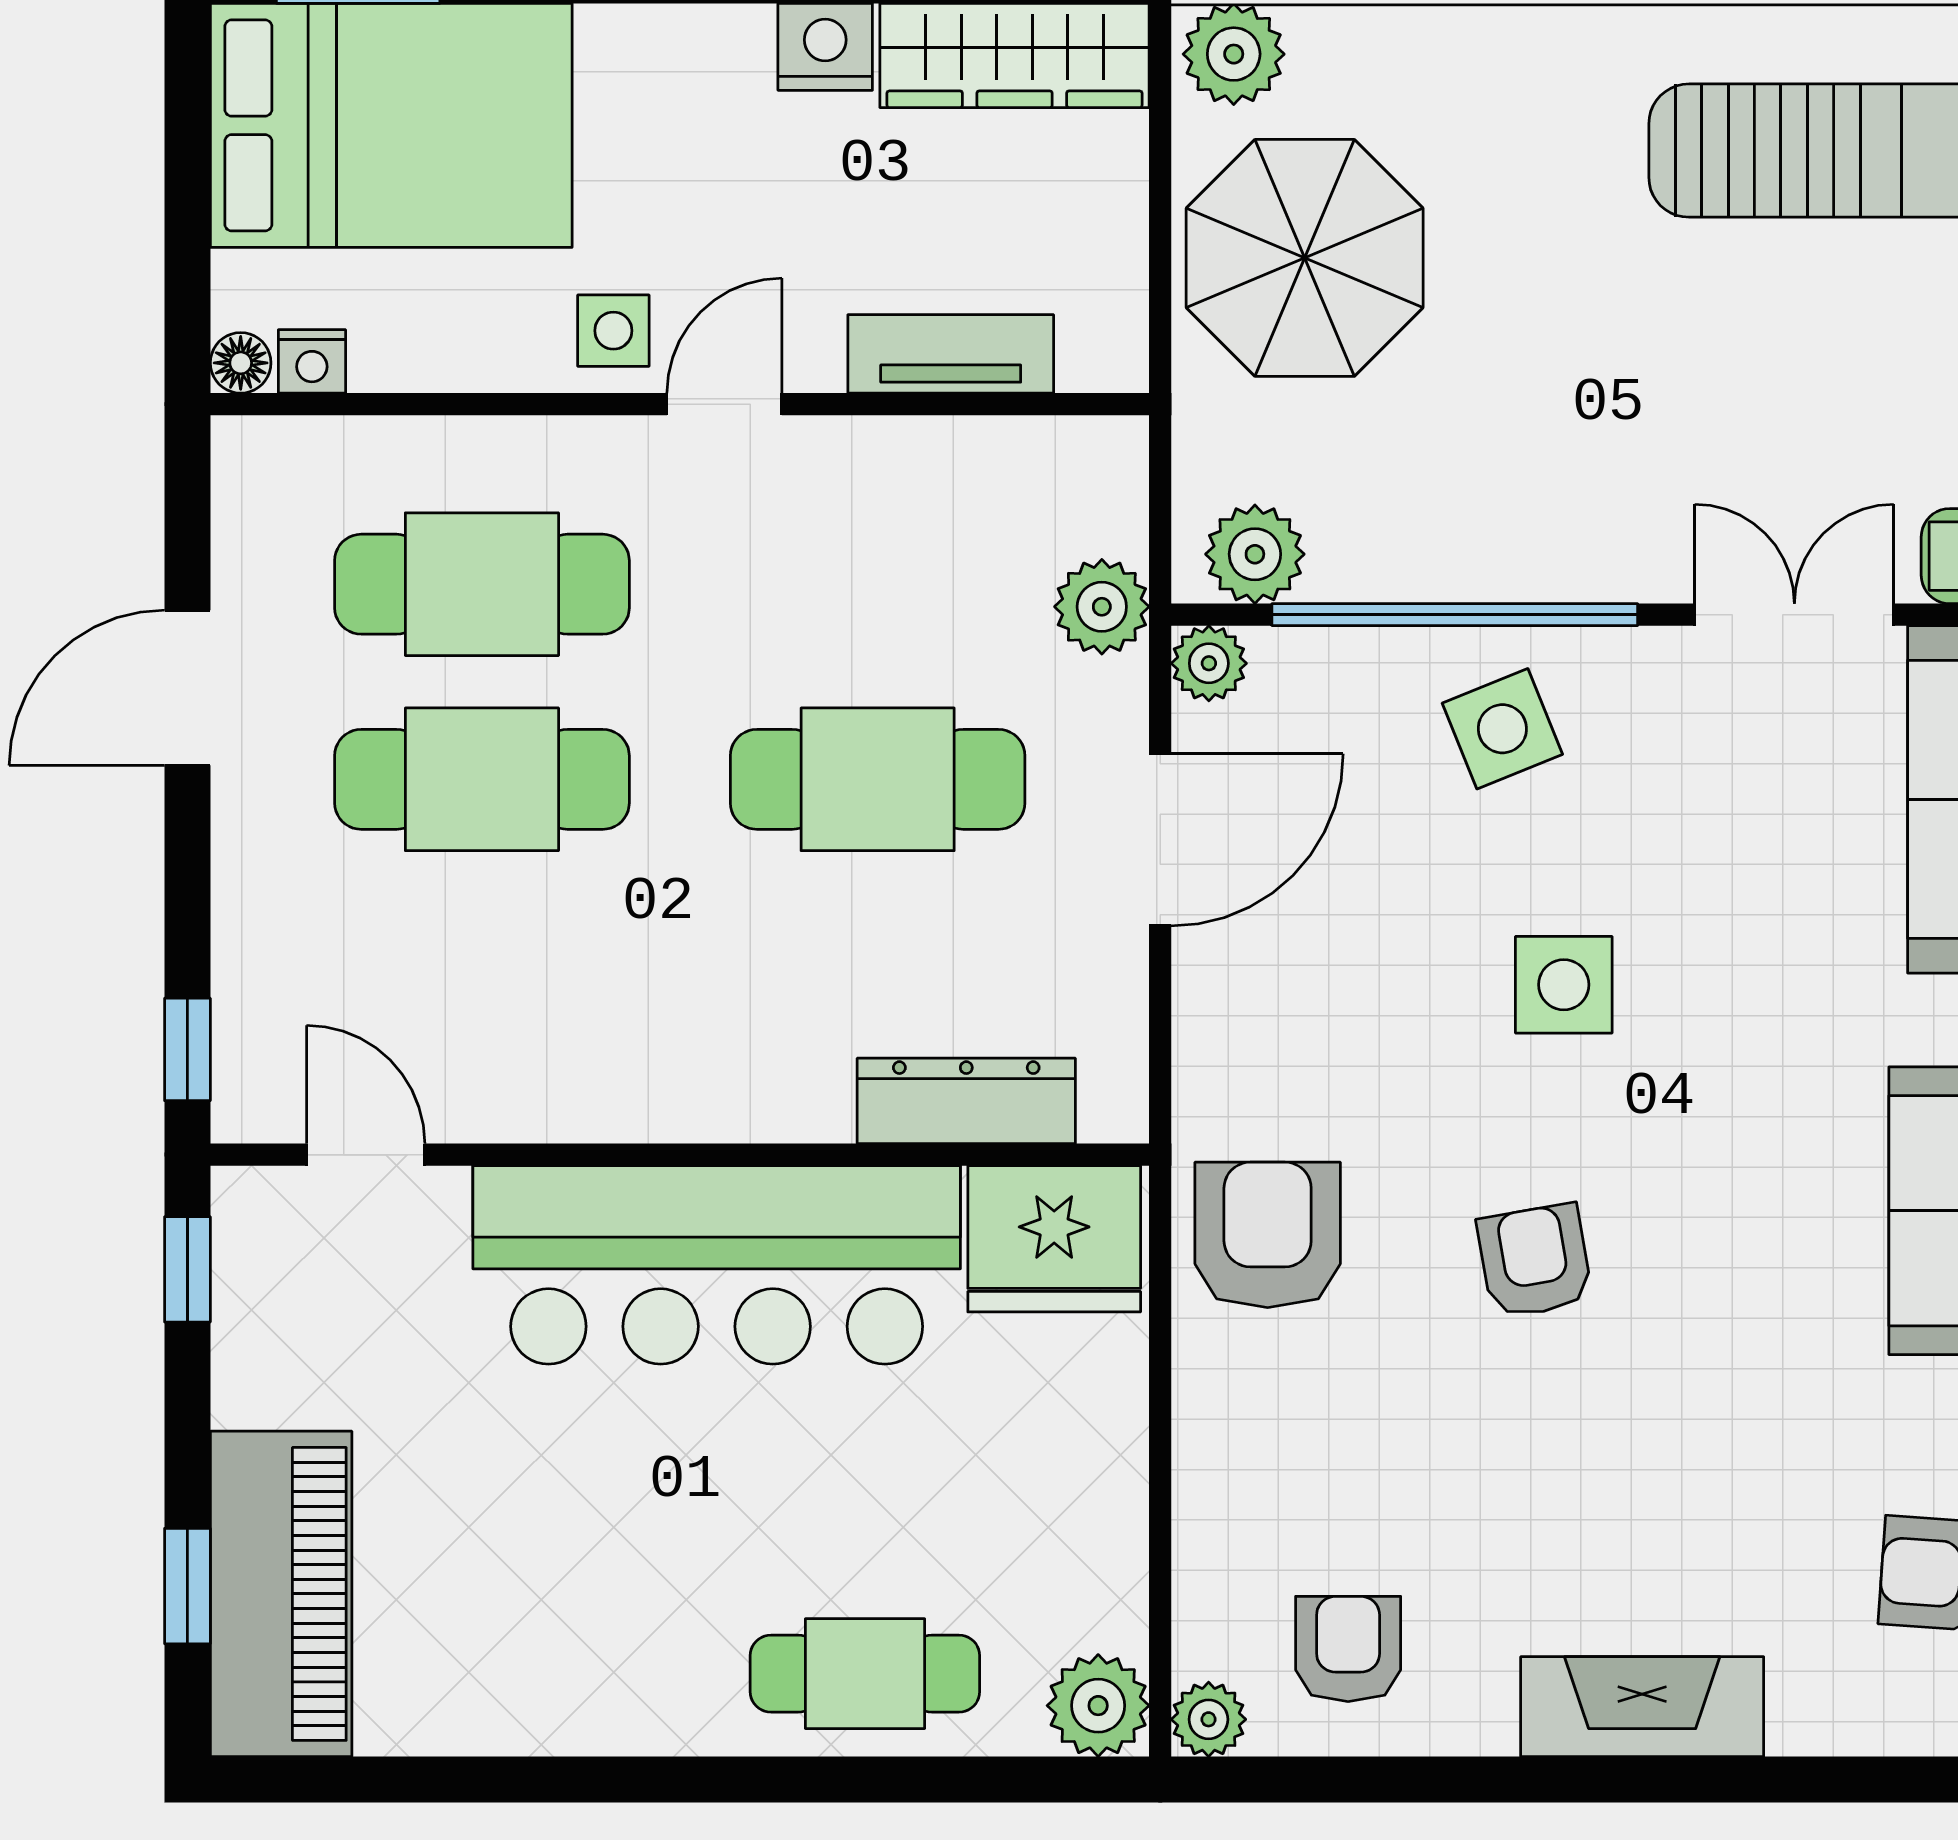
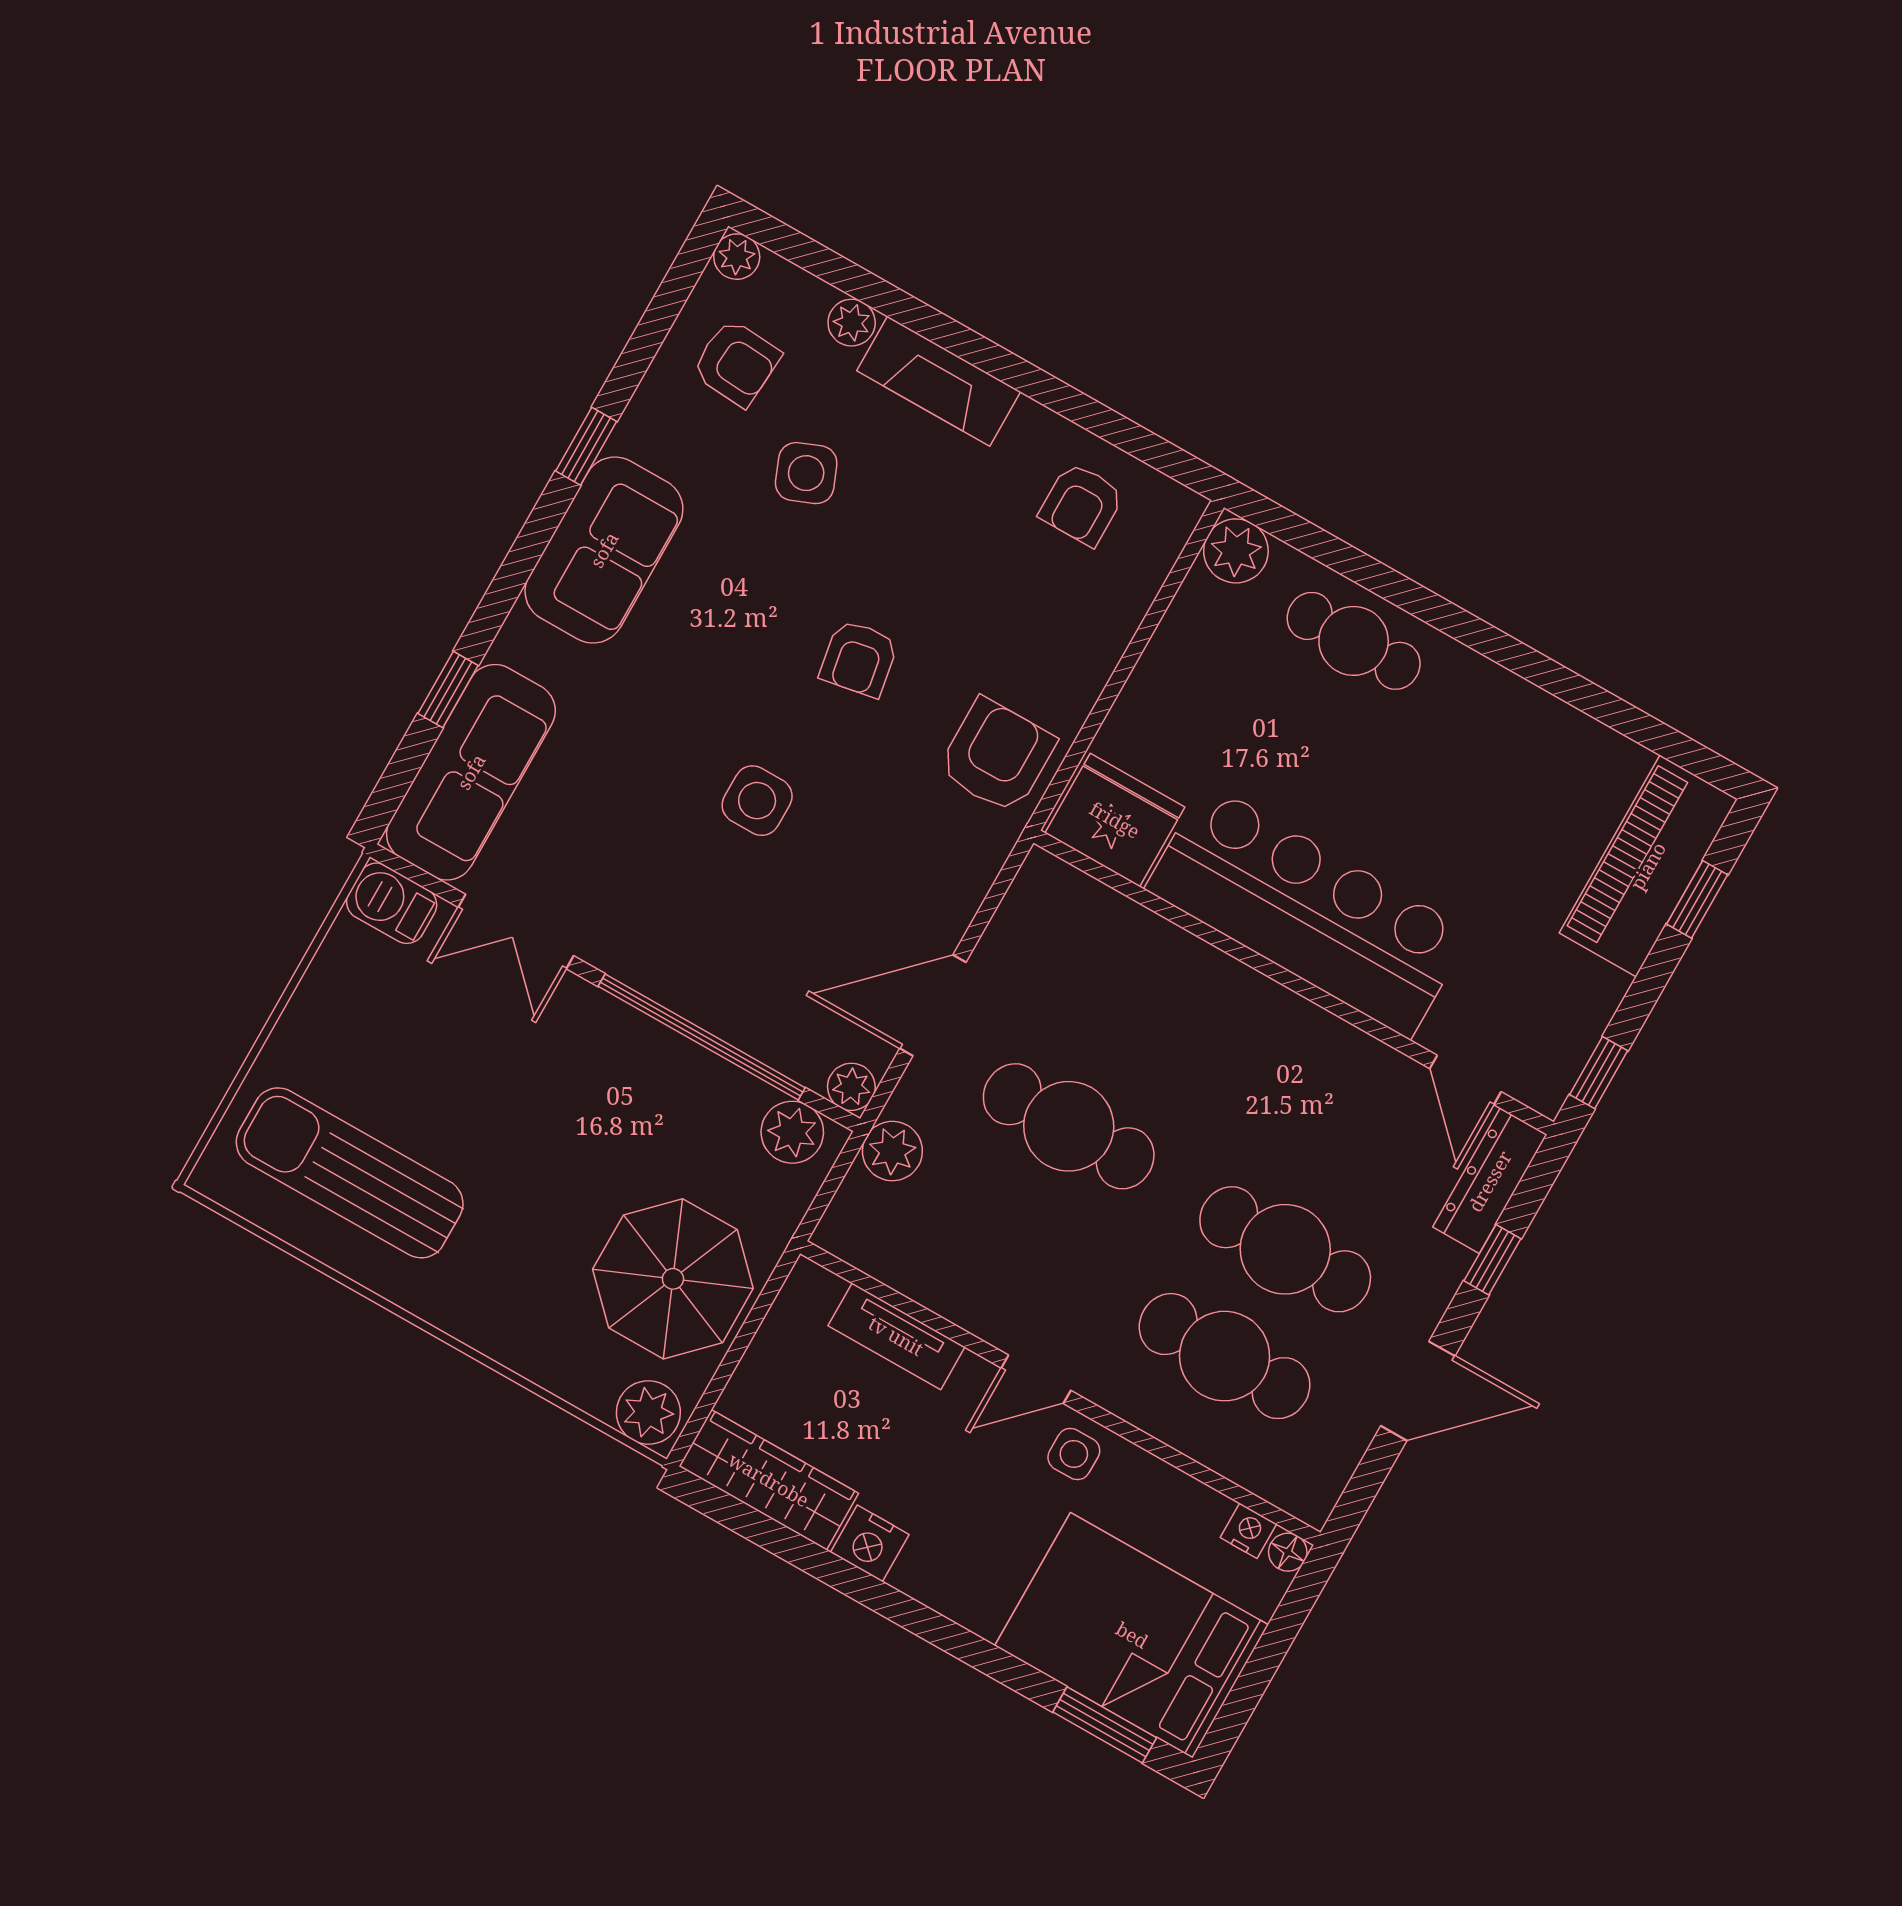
side table: (1502, 729) -> (806, 473), moved
window: (187, 1049) -> (1492, 1260), moved
dresser: (966, 1101) -> (1490, 1181), moved, turned 90
armchair: (1268, 1235) -> (997, 756), turned 180
plant: (1209, 1719) -> (852, 323), moved

